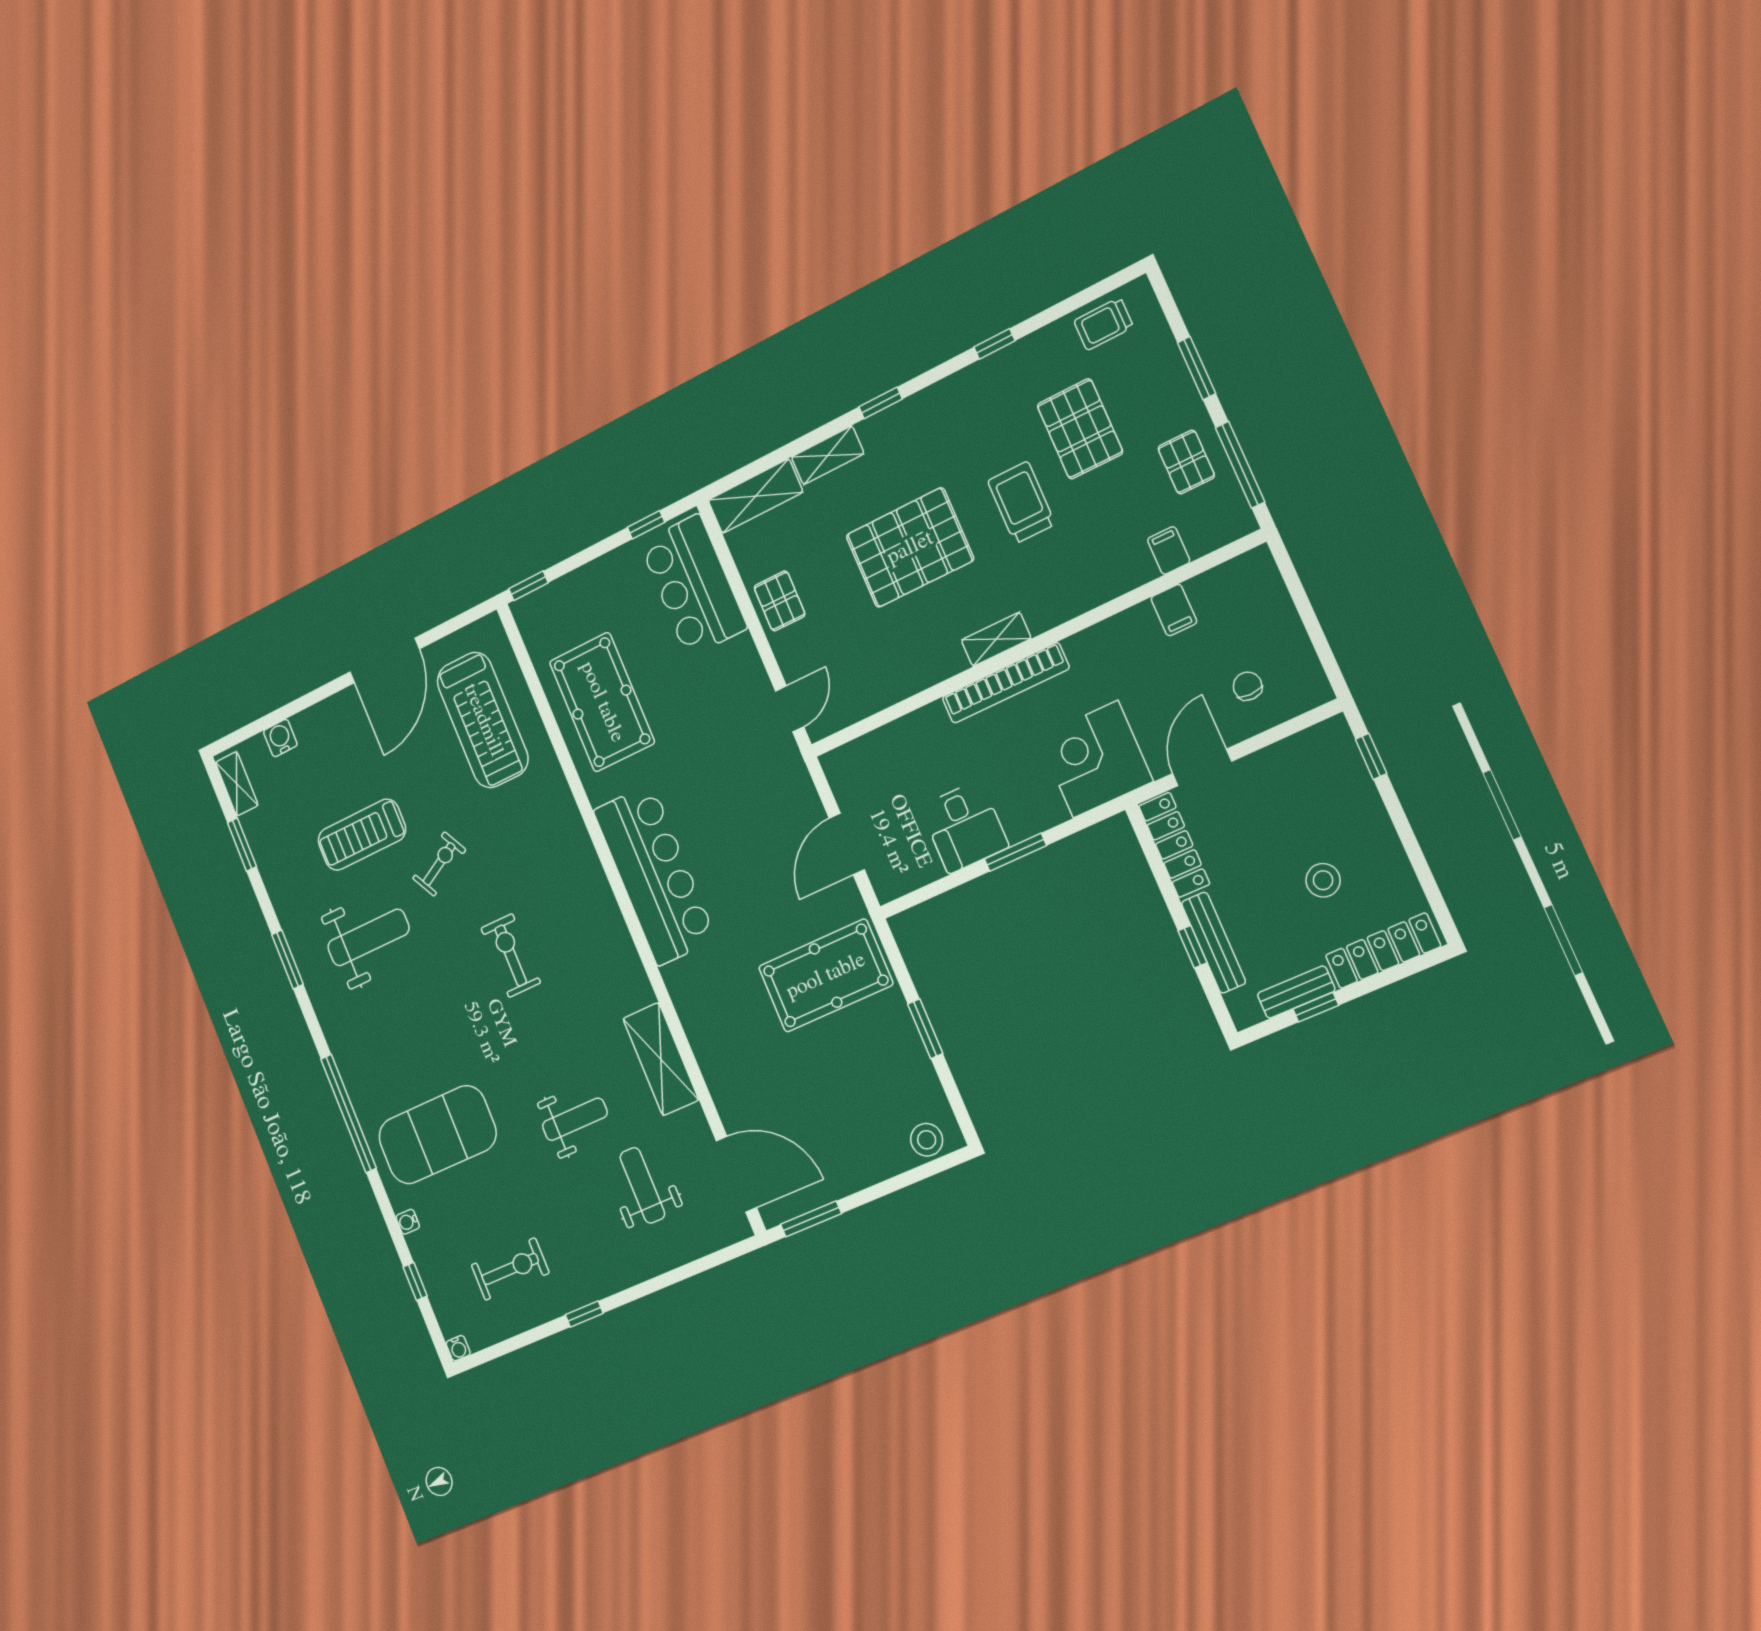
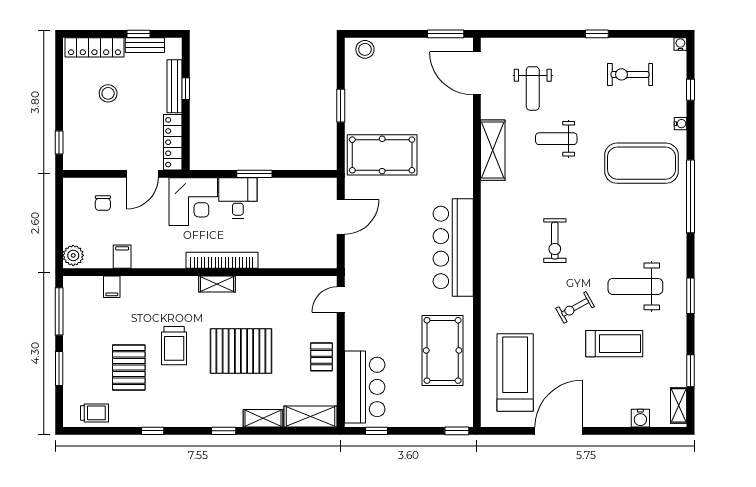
pallet: (1186, 462) -> (84, 326), removed
plant: (1259, 572) -> (73, 255), added
desk: (964, 827) -> (238, 198), moved

